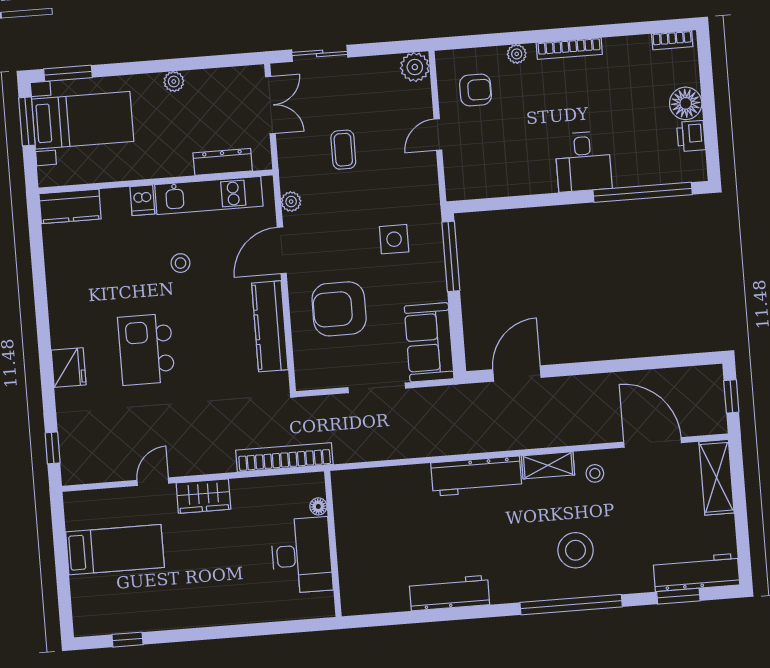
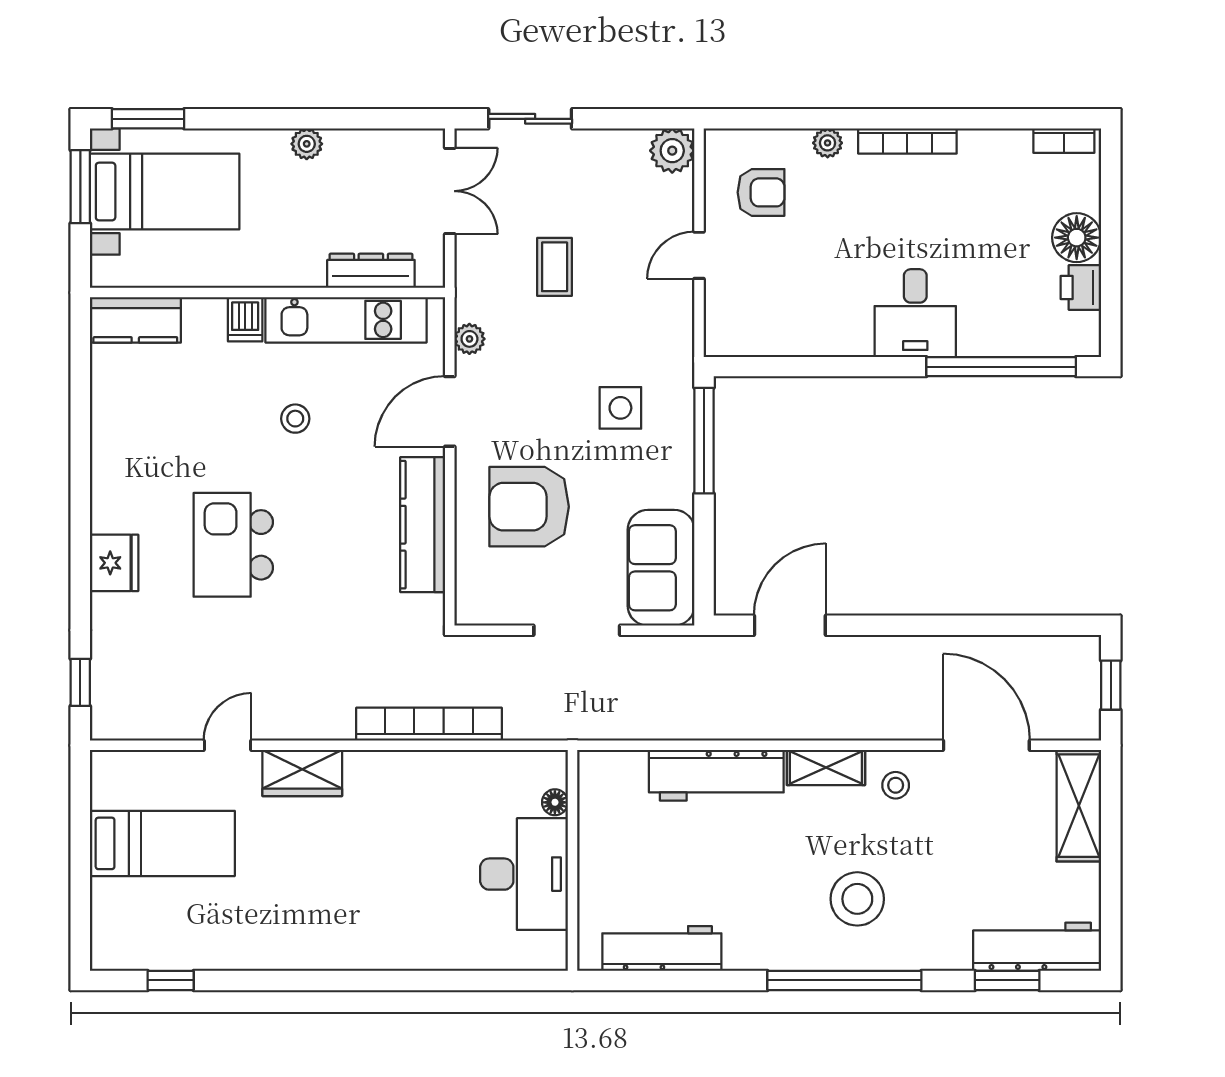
floor lamp: (318, 506) -> (555, 802), moved
wall: (333, 544) -> (572, 860), moved
desk: (302, 555) -> (524, 874), moved

